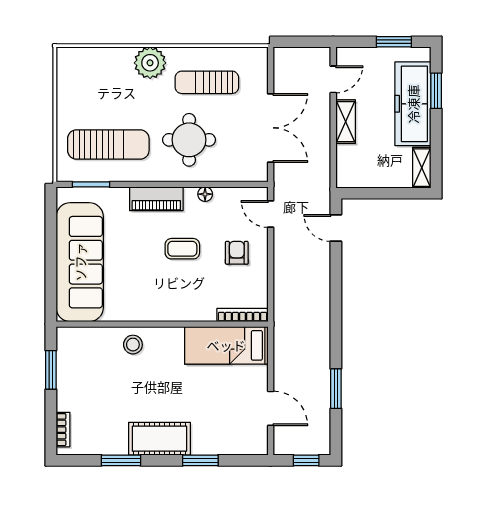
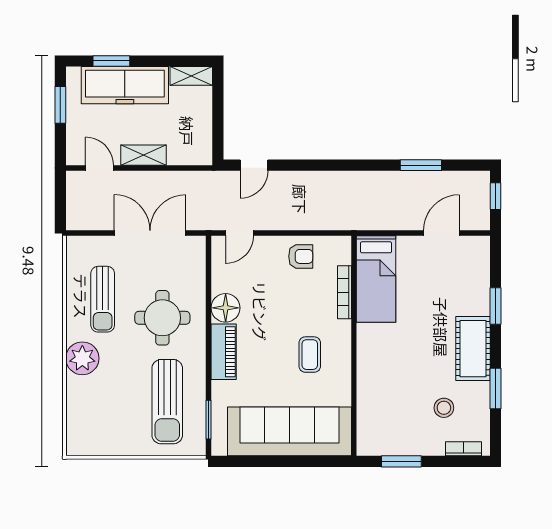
sun lounger: (108, 145) -> (167, 402), turned 180
floor lamp: (205, 194) -> (226, 308), width x1.89, depth x1.89
coffee table: (182, 249) -> (310, 355), moved
armchair: (237, 253) -> (301, 256), moved, turned 180
bookcase: (242, 315) -> (344, 292), moved
stool: (133, 345) -> (444, 408), moved

